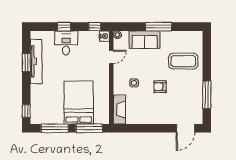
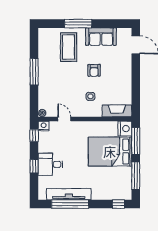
sofa: (145, 40) -> (101, 37), moved, turned 90
window: (26, 63) -> (70, 204), width x2.11
window: (207, 95) -> (78, 24), moved
nightstand: (102, 117) -> (125, 129), added

